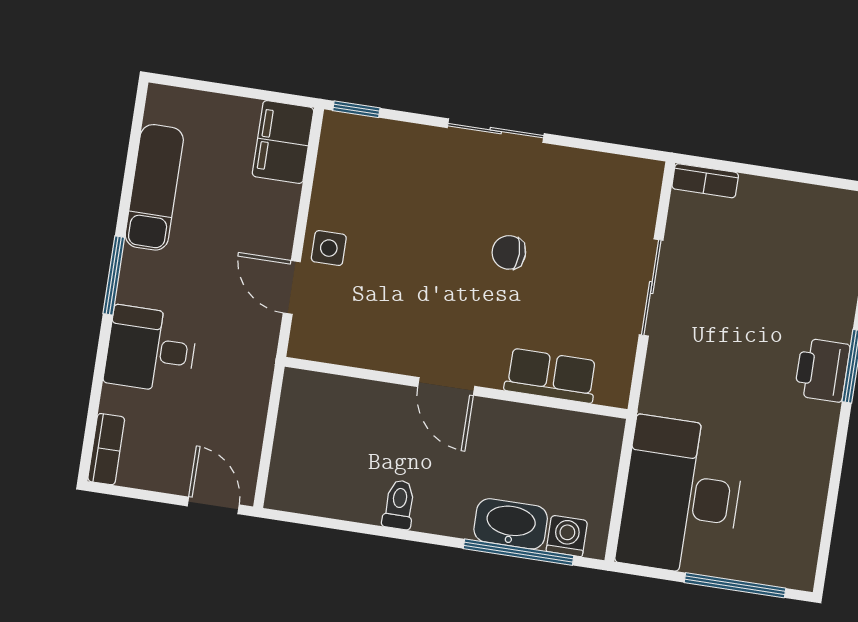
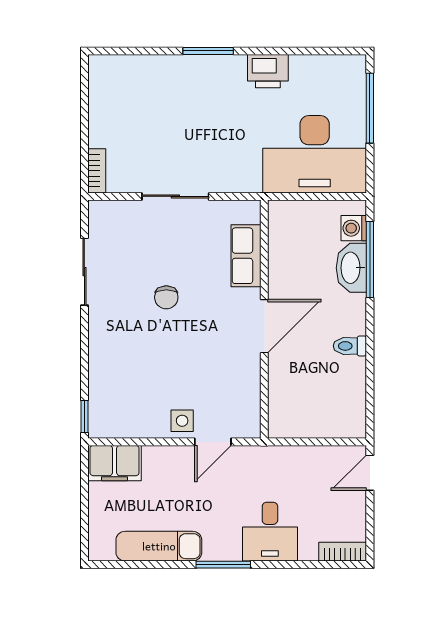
sliding door: (496, 131) -> (84, 272), moved
printer: (822, 370) -> (268, 71), moved
door: (446, 386) -> (264, 326), width x1.38

